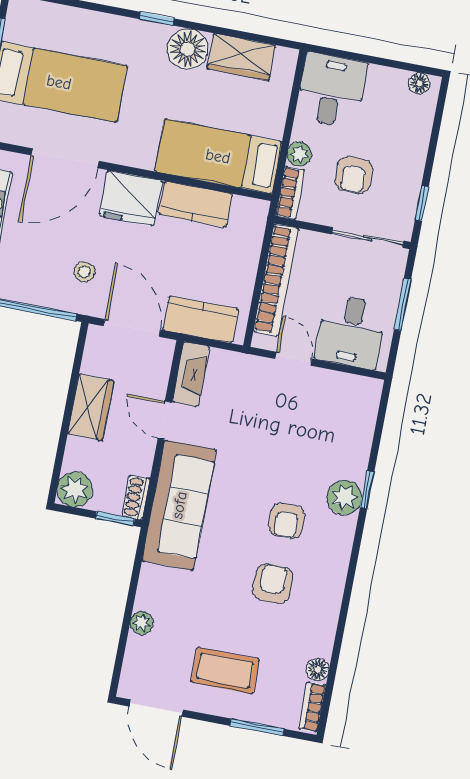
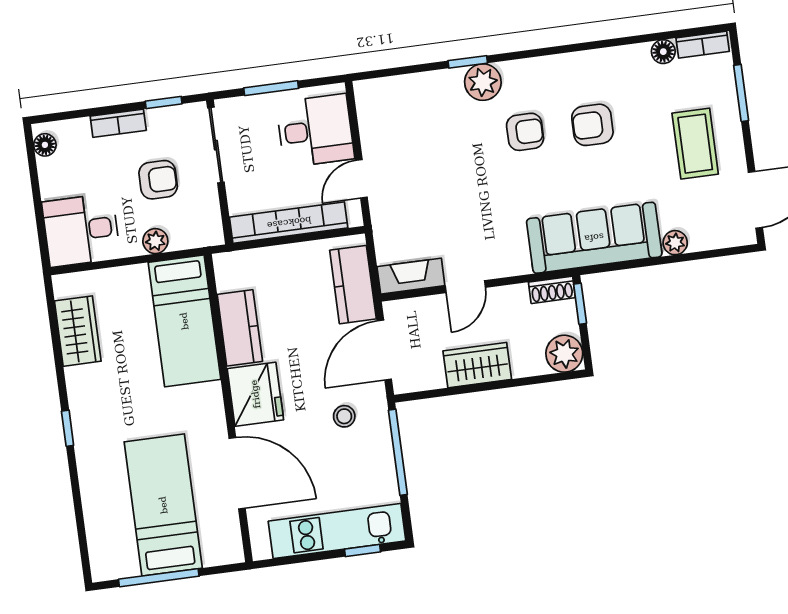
floor lamp: (188, 49) -> (88, 387), removed
bookcase: (290, 193) -> (118, 123), moved, turned 180
sofa: (179, 505) -> (594, 238), moved

